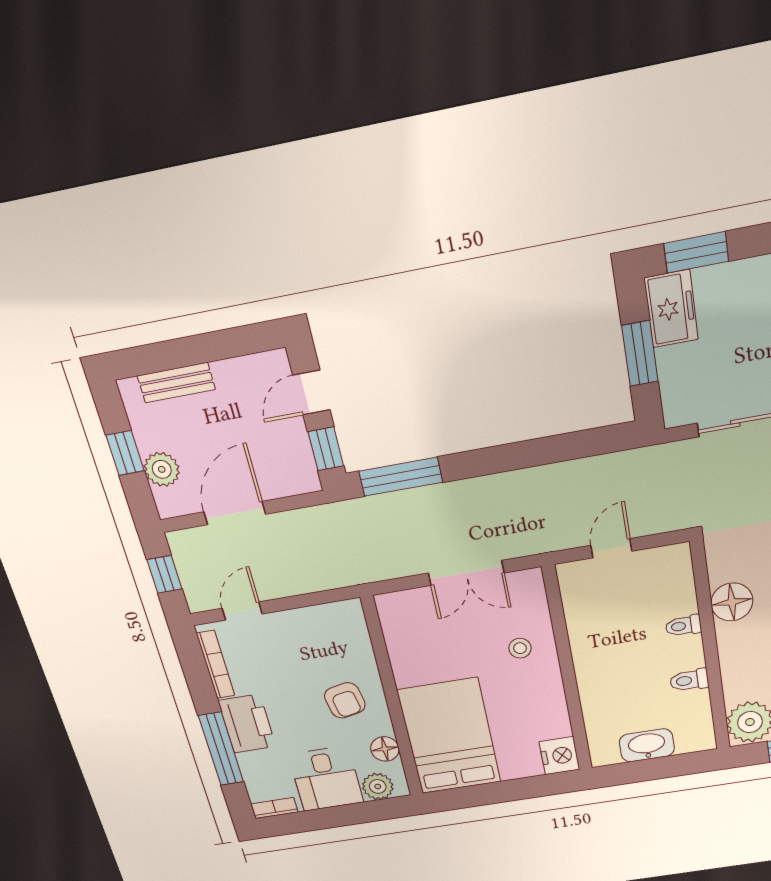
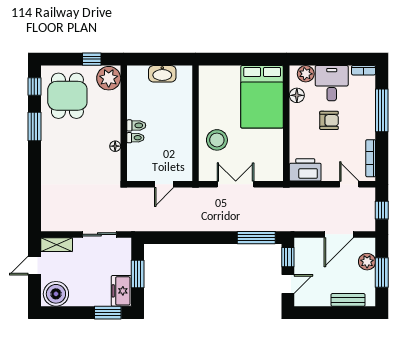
window: (125, 453) -> (382, 272), width x1.50
floor lamp: (732, 602) -> (115, 146), width x0.53, depth x0.53
door: (242, 611) -> (349, 184), swing flipped
stool: (520, 648) -> (217, 140), width x1.89, depth x1.89
toilet: (689, 680) -> (136, 125), moved
armchair: (345, 700) -> (329, 120), moved, turned 101
printer: (247, 724) -> (305, 170), moved, turned 90
nightstand: (559, 756) -> (208, 76), removed

